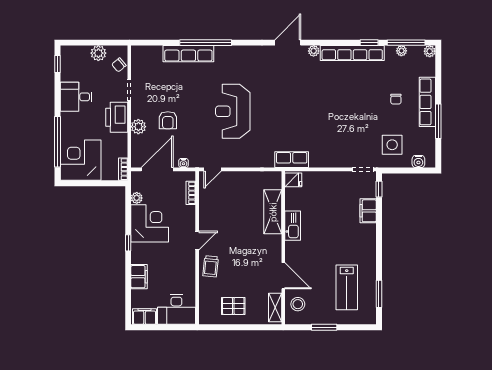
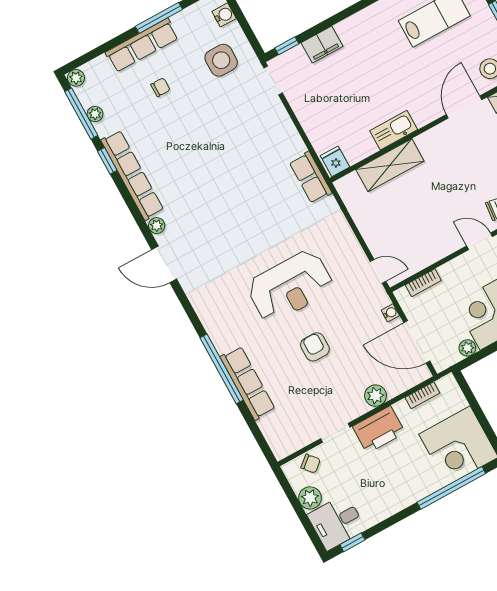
desk: (76, 97) -> (337, 522), moved, turned 90
armchair: (168, 120) -> (315, 347), moved, turned -90
bookcase: (123, 169) -> (422, 395), moved

